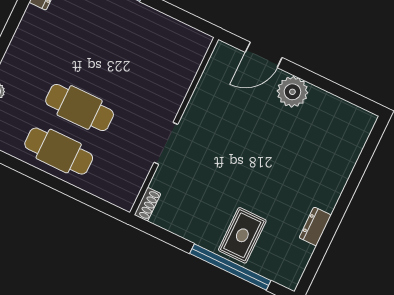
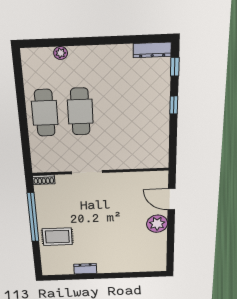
window: (230, 267) -> (33, 217), moved

